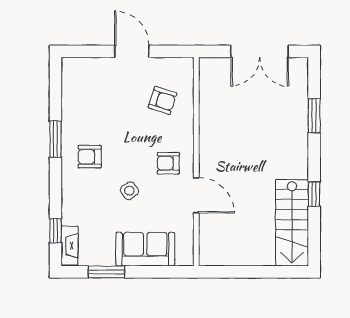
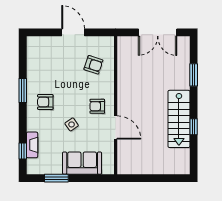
stairs: (292, 223) -> (179, 119), moved
fireplace: (70, 246) -> (32, 145), moved

